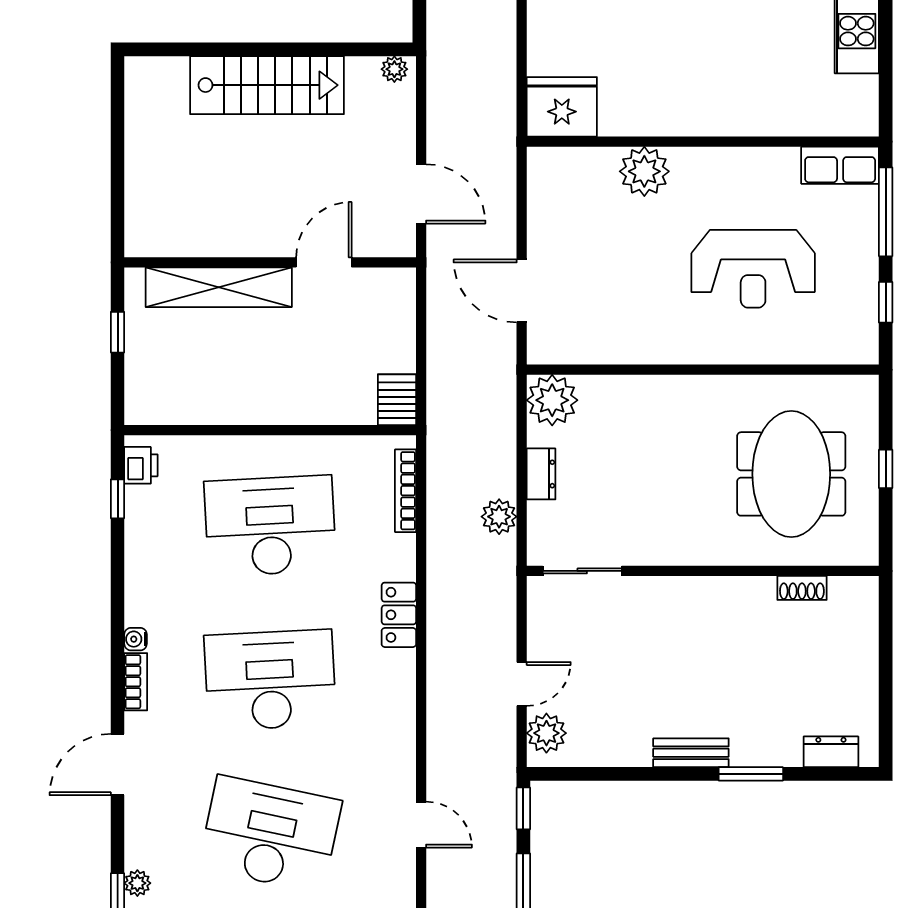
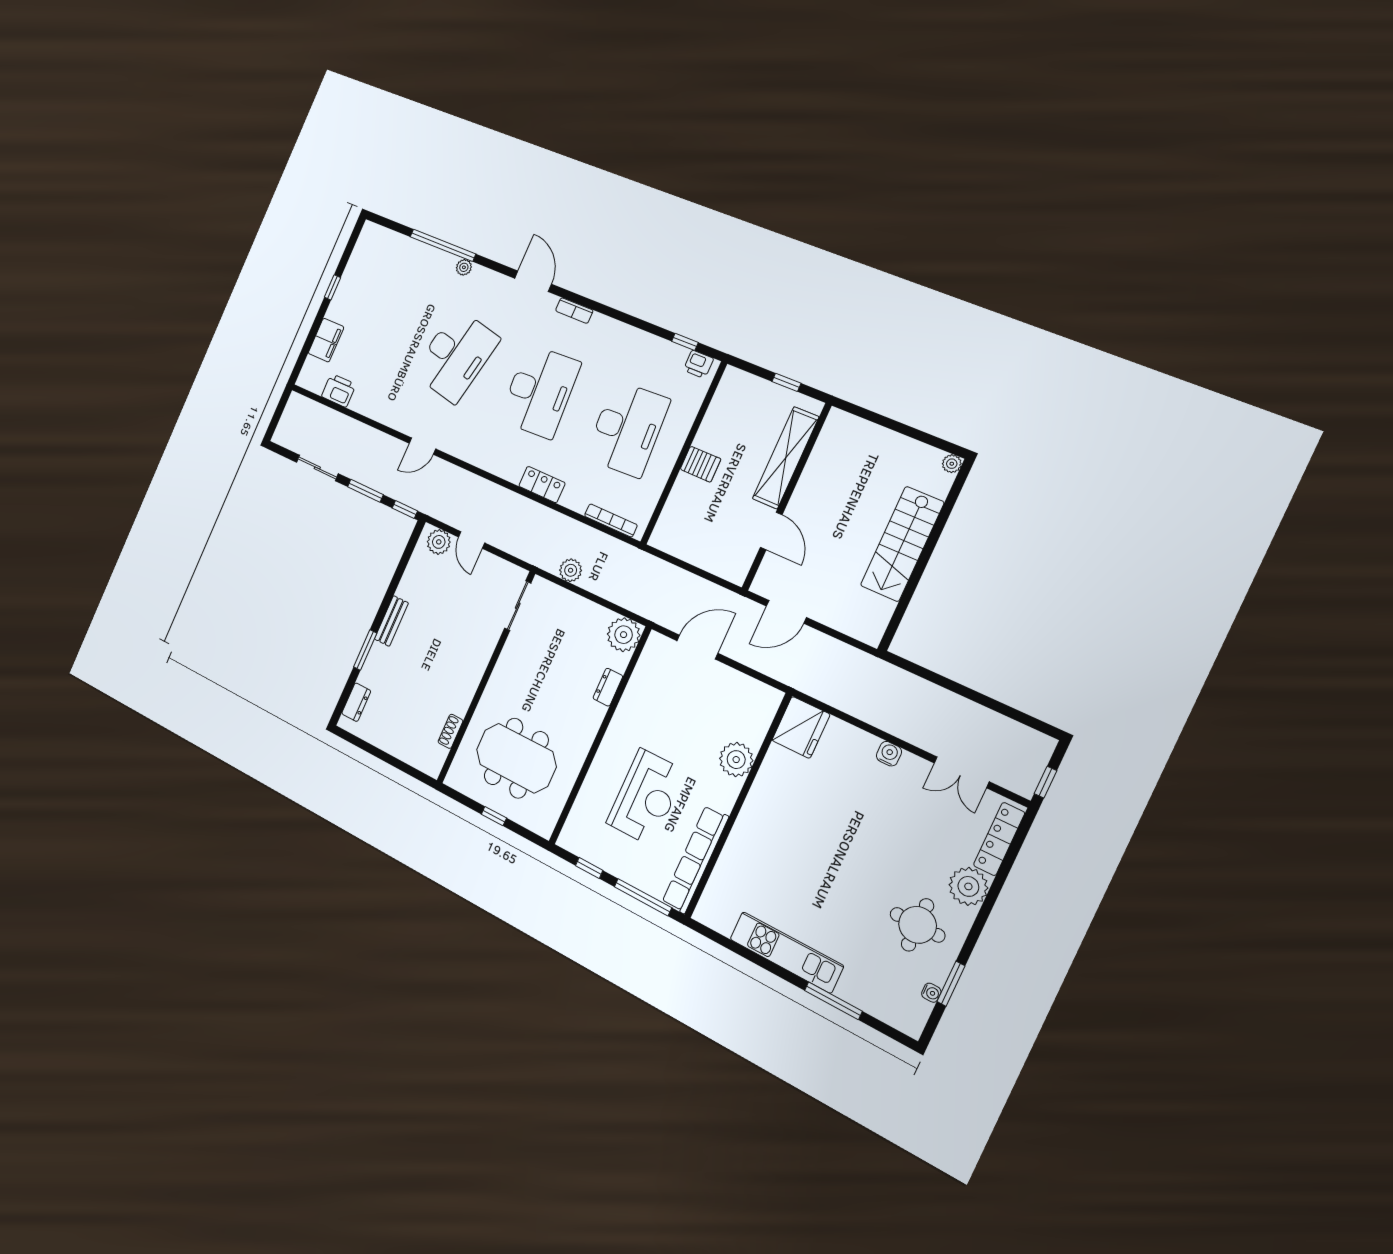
plant: (394, 69) -> (952, 464), moved
row of seats: (840, 165) -> (695, 859), width x2.02
reception desk: (753, 269) -> (646, 797), turned 180
server rack: (397, 400) -> (700, 464), moved
dresser: (541, 474) -> (608, 687), moved, turned 90
water cooler: (136, 639) -> (598, 320), removed

